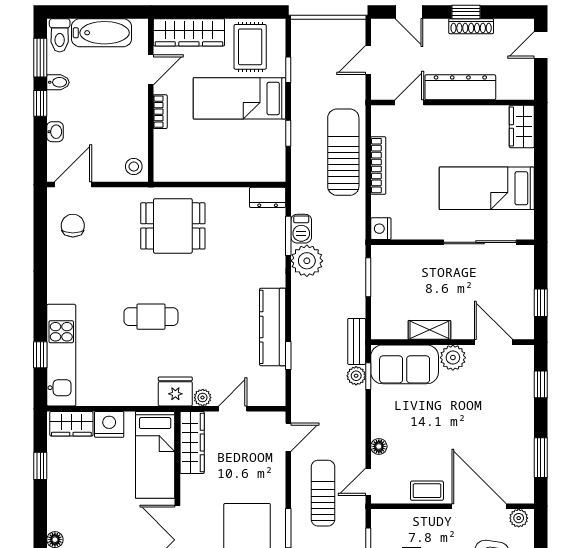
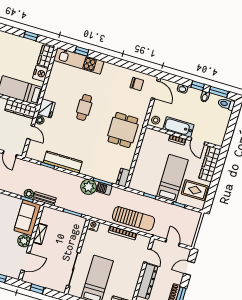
bathtub: (102, 33) -> (178, 127), moved, turned 90

